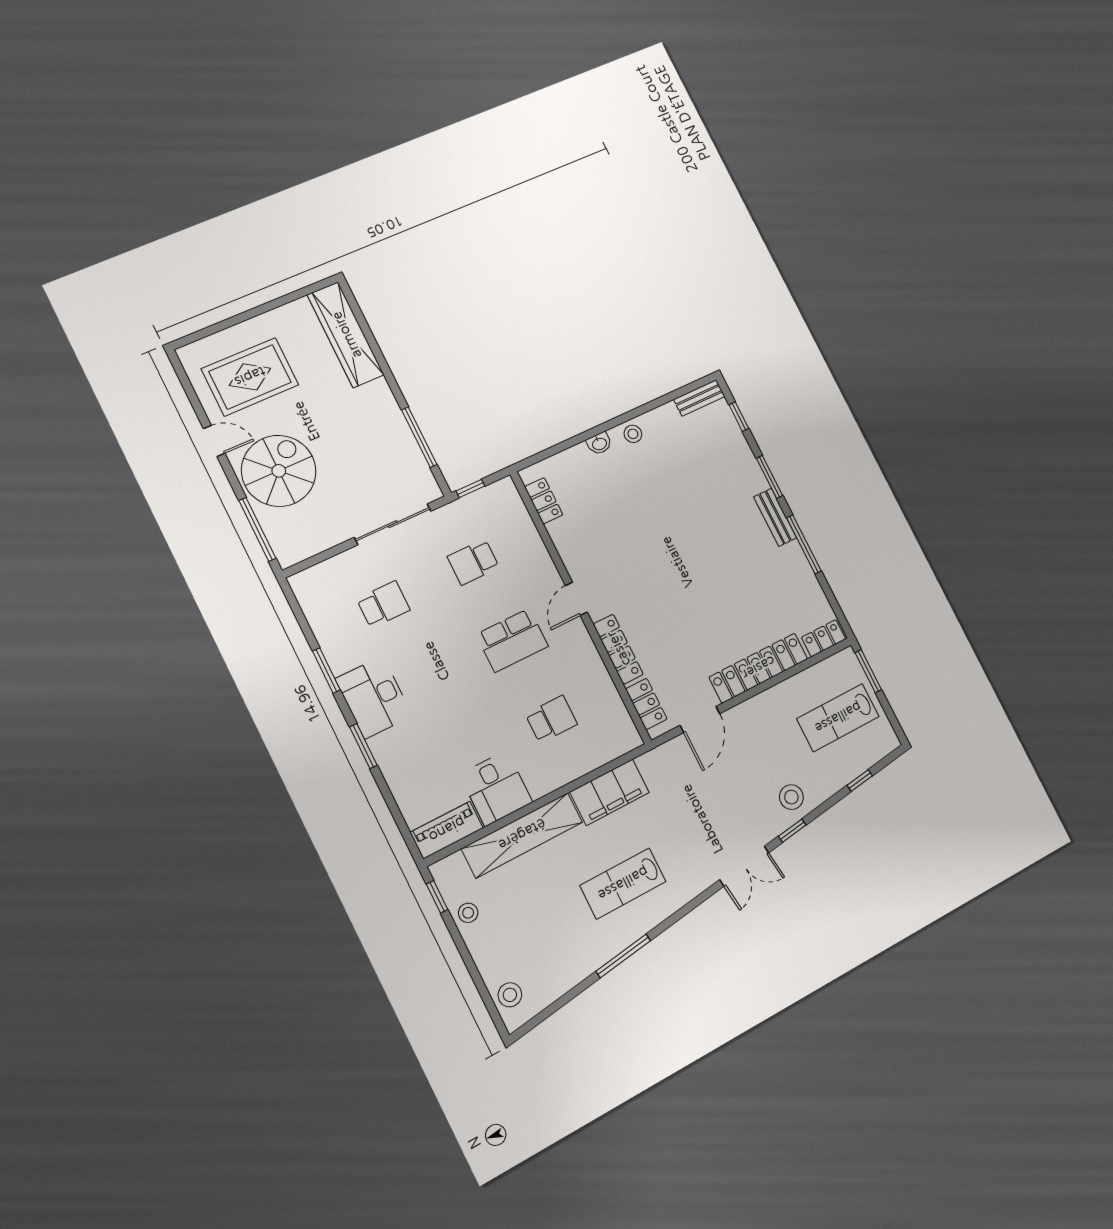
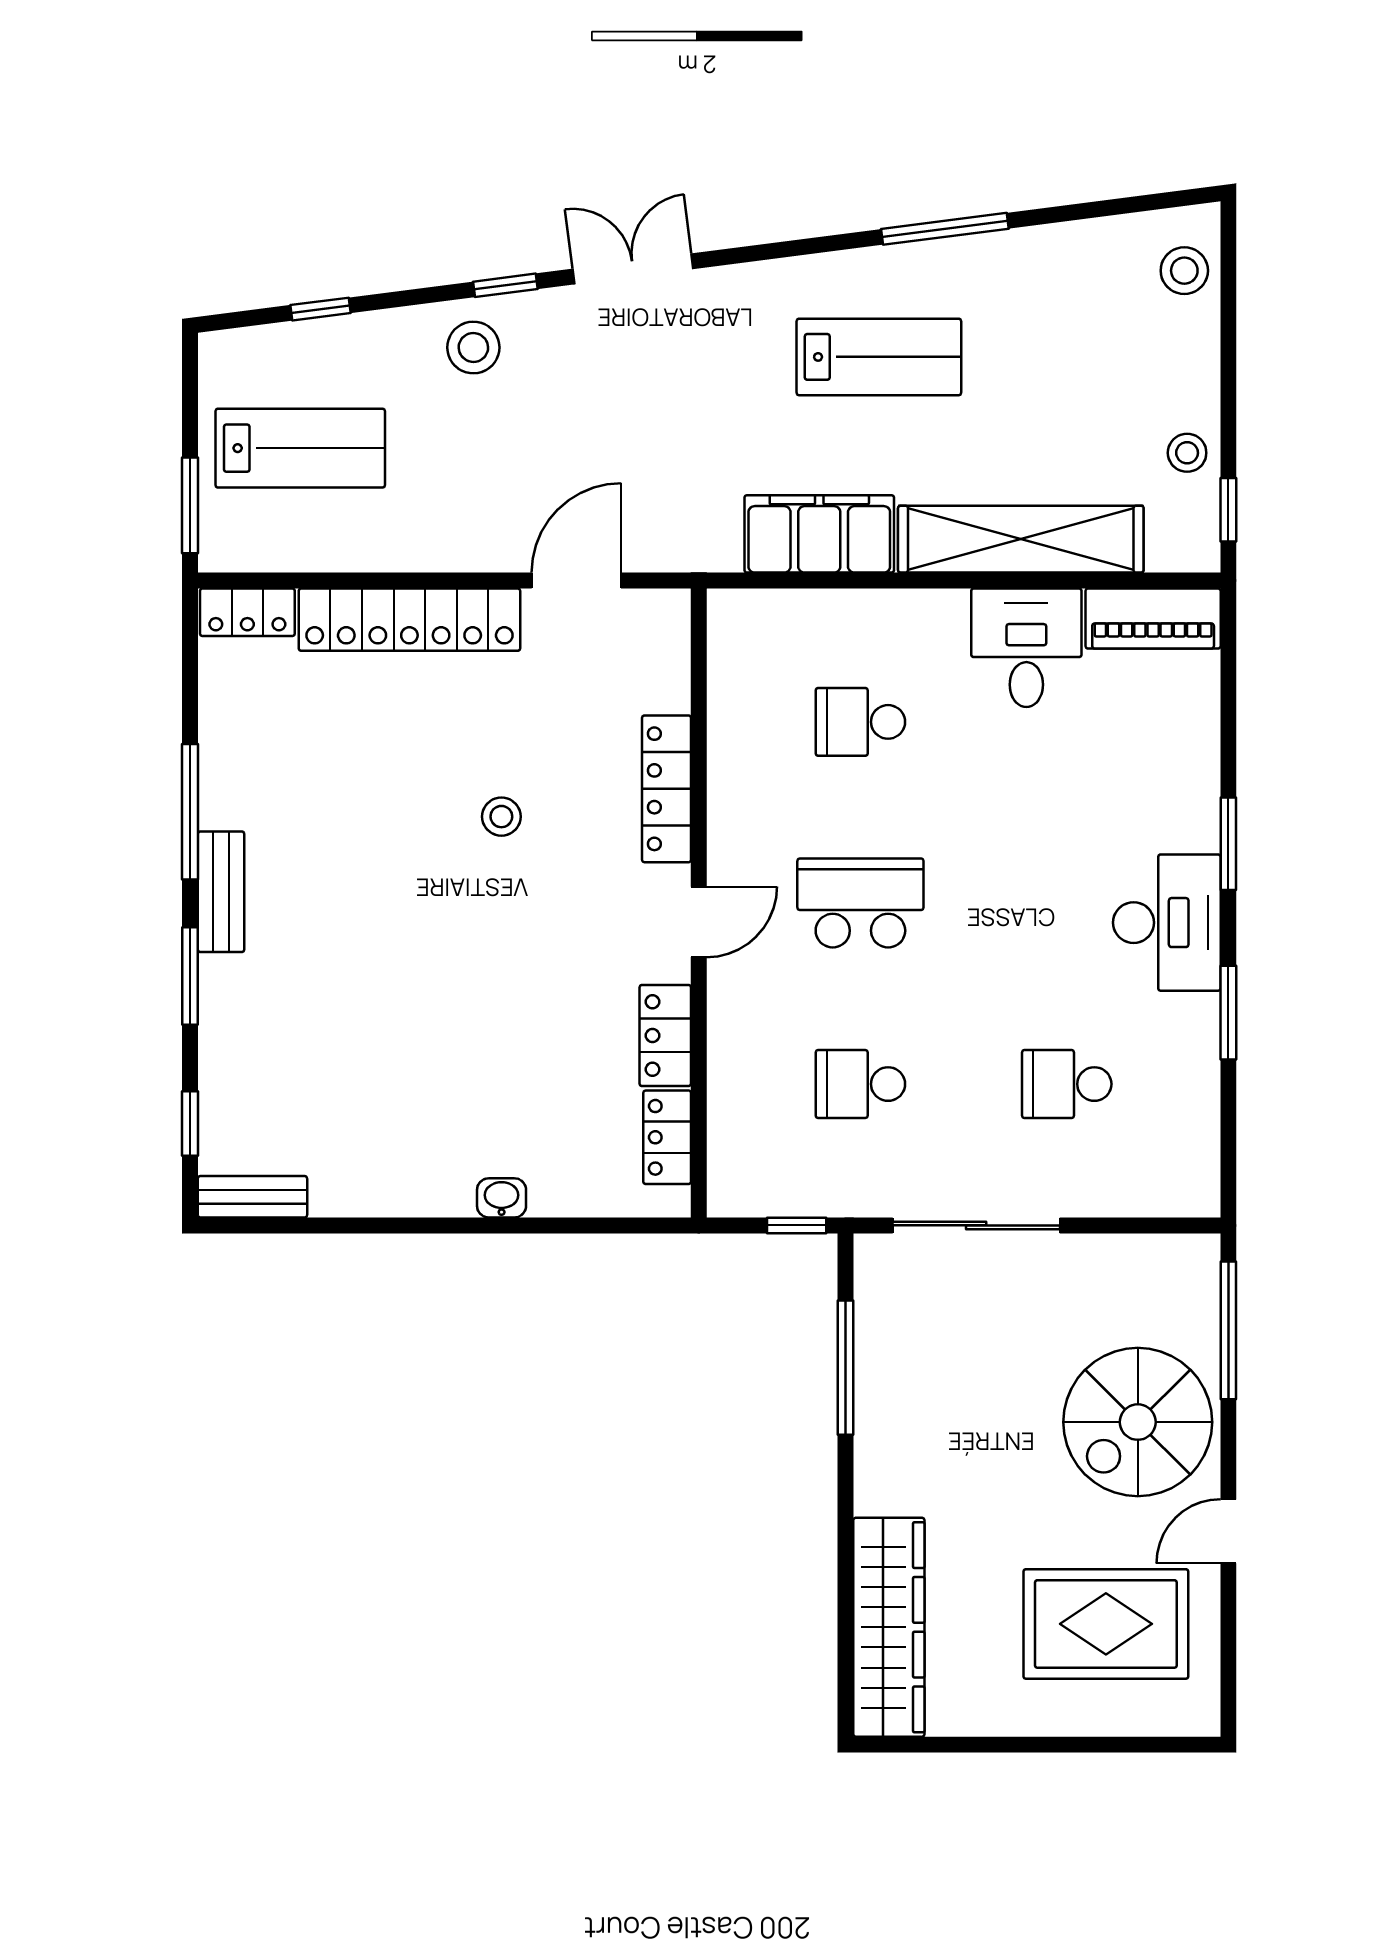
stool: (633, 434) -> (501, 817), moved
door: (214, 441) -> (1228, 1531), hinge flipped
school desk: (473, 562) -> (860, 1084), turned 180
locker: (646, 704) -> (665, 1036), moved

